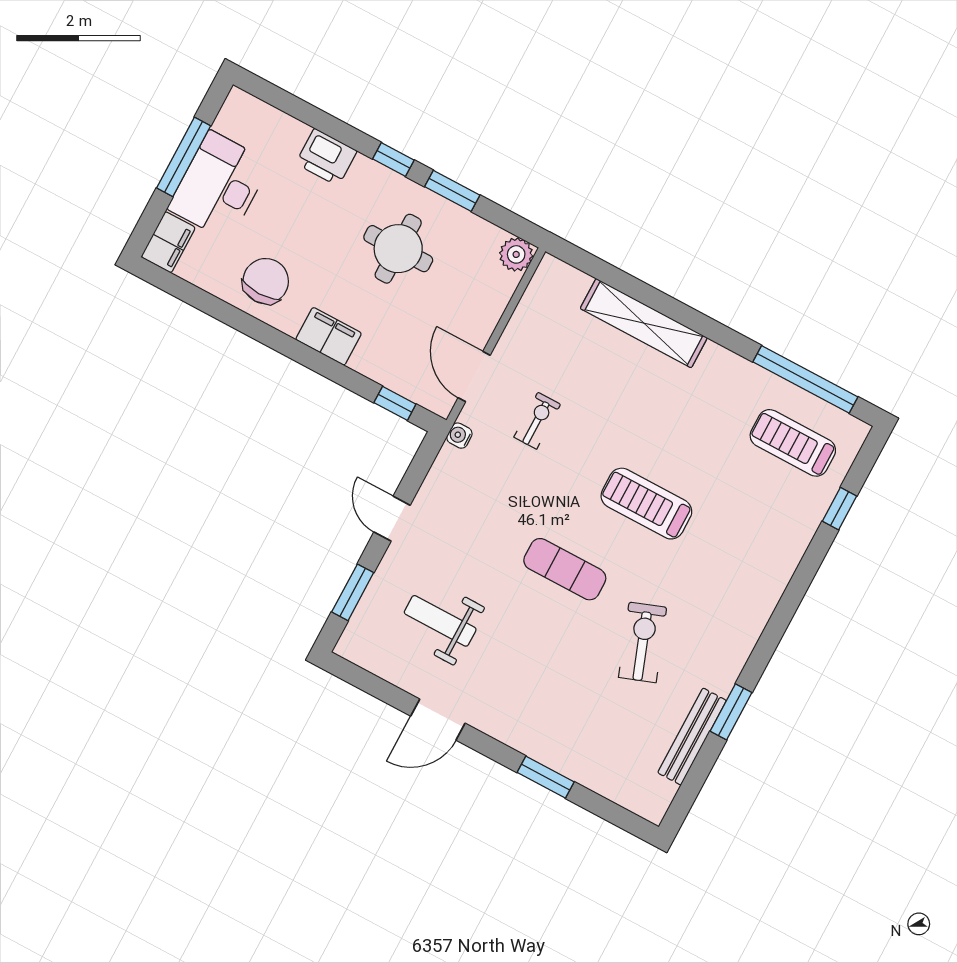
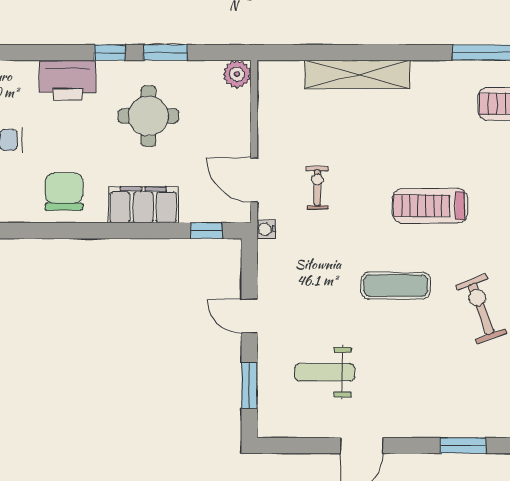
printer: (326, 157) -> (68, 80), width x1.37, depth x1.19
filing cabinet: (329, 336) -> (143, 205), width x1.50, depth x1.17

